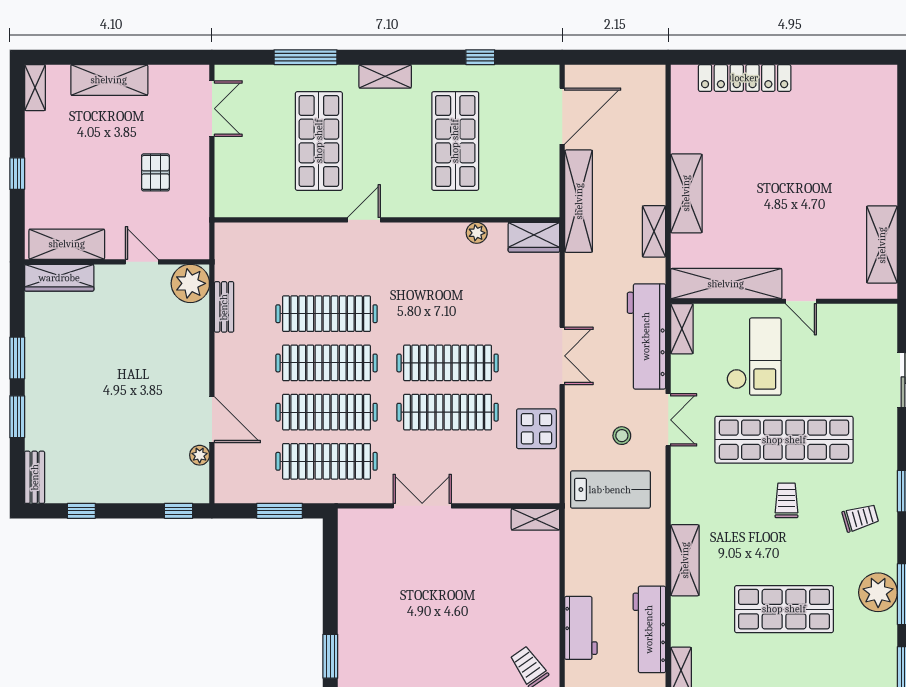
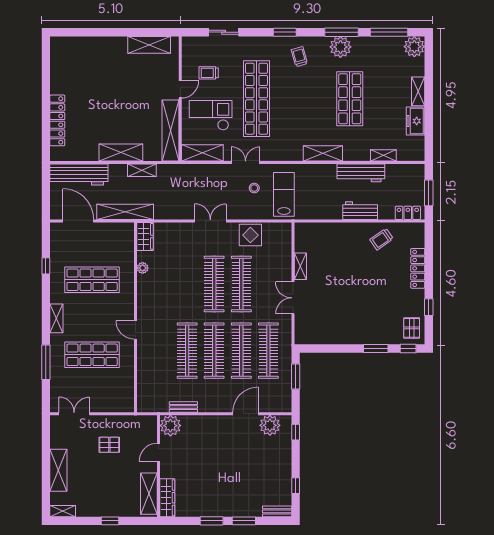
shelving: (682, 329) -> (202, 153), width x1.50, depth x1.33
workbench: (646, 336) -> (79, 174), moved
plant: (200, 455) -> (270, 425), width x1.88, depth x1.88
trolley: (786, 500) -> (209, 73), moved
shelving: (535, 519) -> (300, 266), moved

